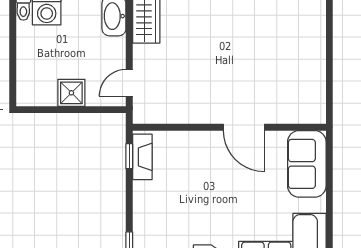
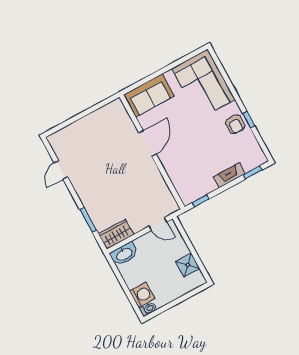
shower: (71, 93) -> (188, 265), moved
fireplace: (142, 157) -> (229, 175), moved

